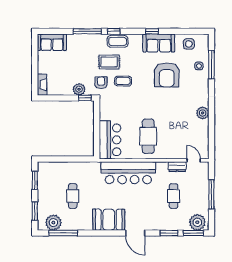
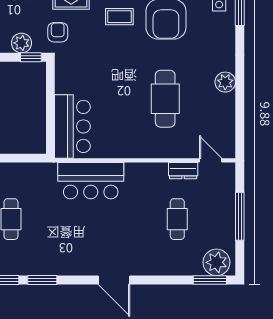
coffee table: (123, 81) -> (119, 17), moved
cafe table: (148, 136) -> (165, 99), moved
bar counter: (128, 173) -> (91, 181), width x0.73
booth: (109, 220) -> (70, 258), removed
window: (169, 233) -> (42, 280), moved

